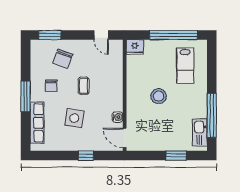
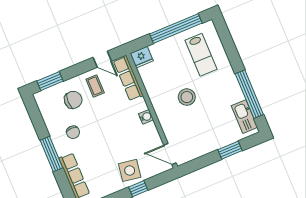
chair: (63, 59) -> (73, 100), turned -110
row of seats: (116, 60) -> (128, 78), added
coffee table: (84, 86) -> (95, 86), moved
water cooler: (118, 117) -> (146, 117), moved
side table: (74, 118) -> (130, 170), moved

